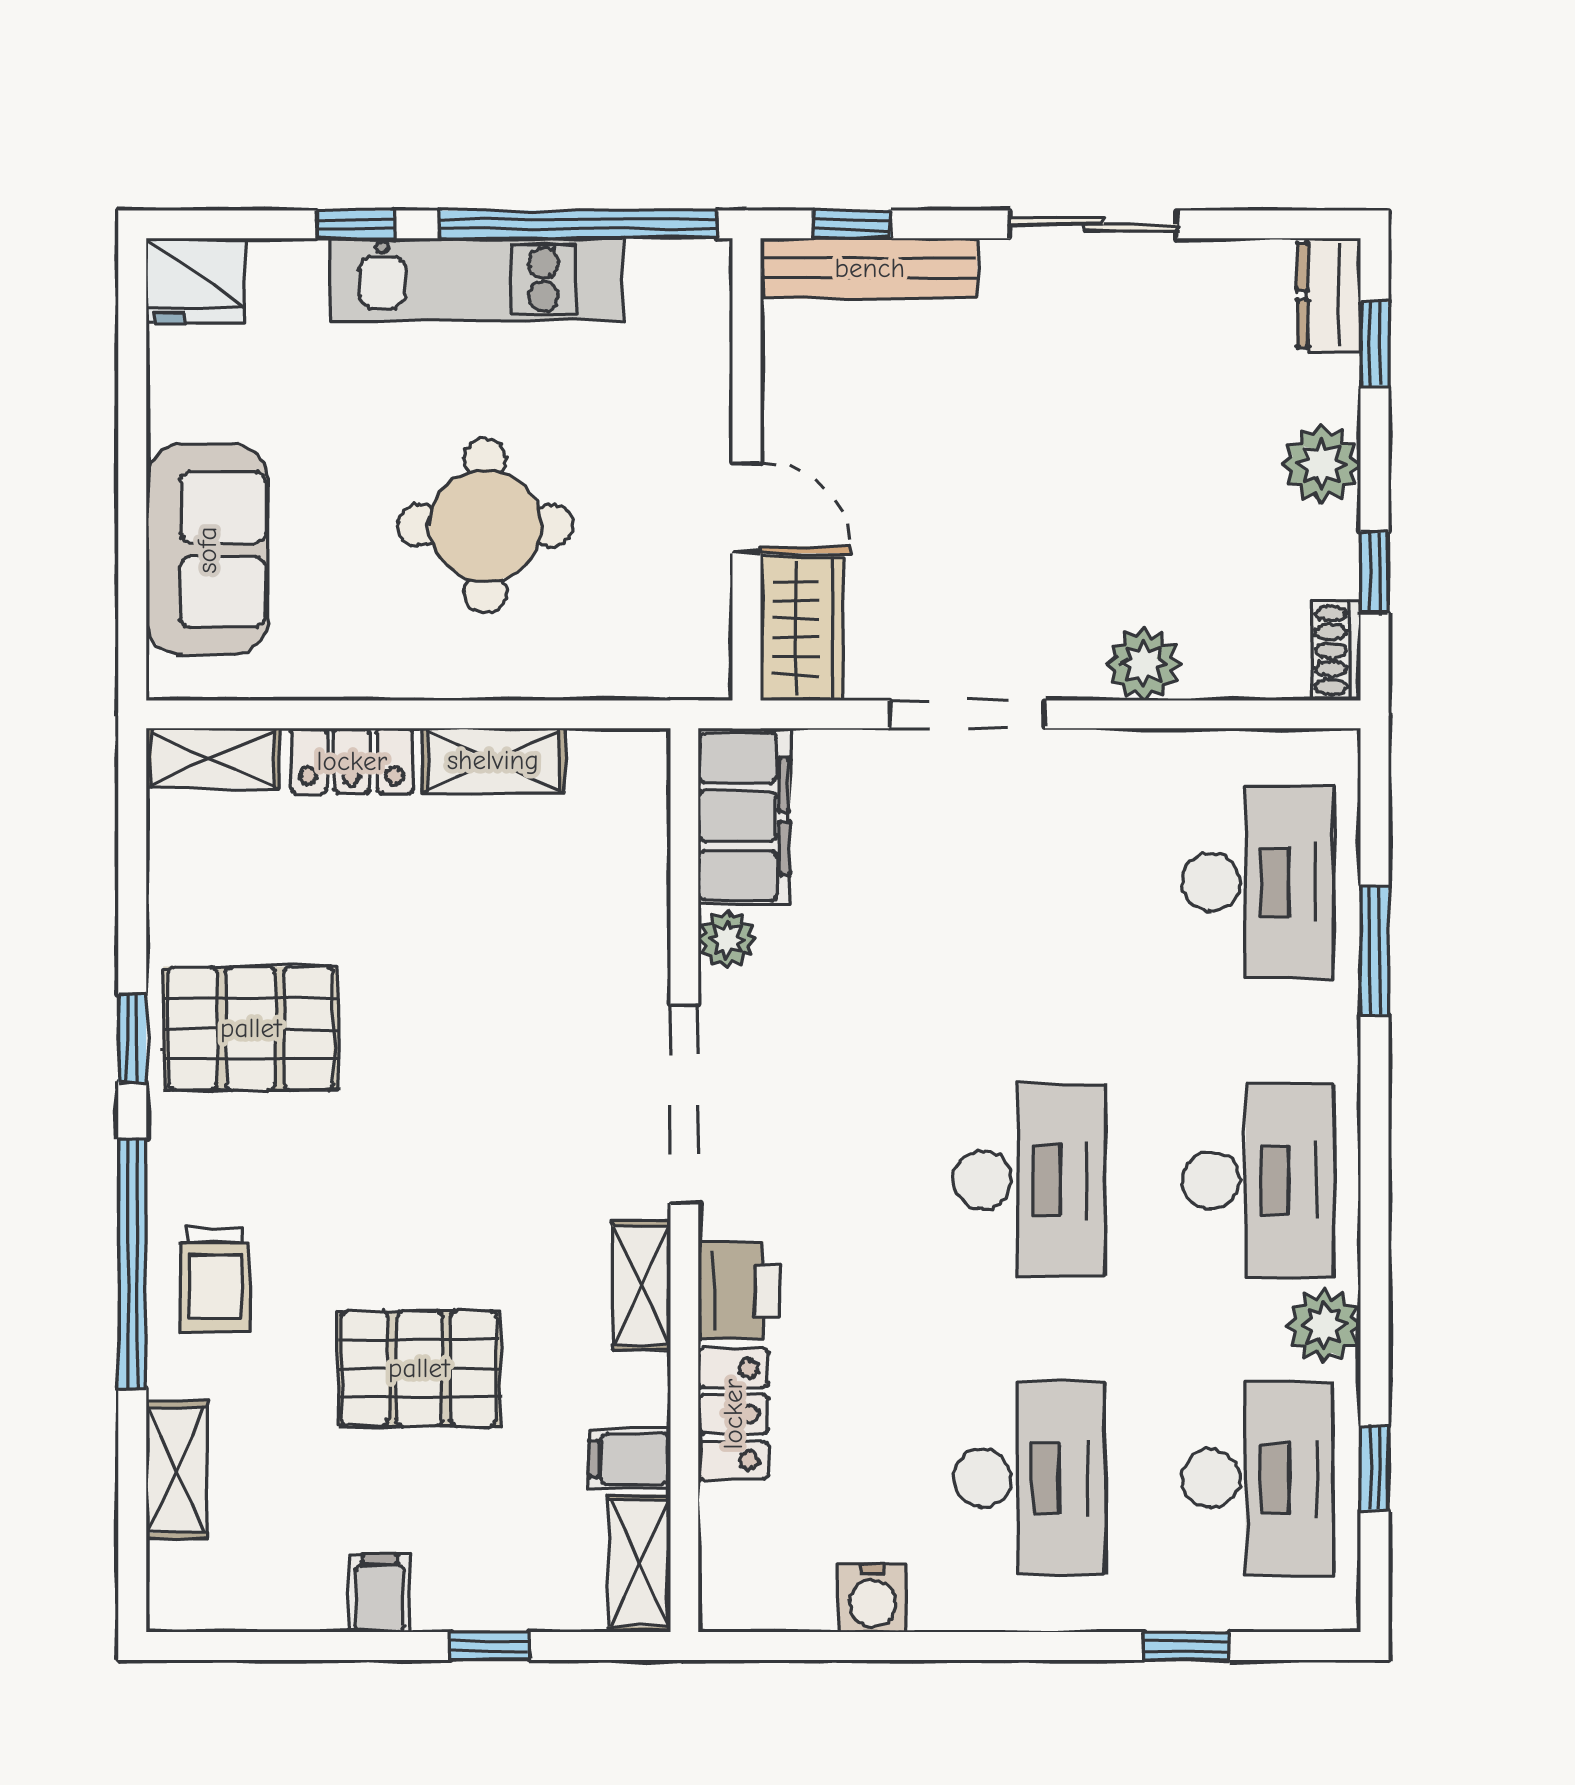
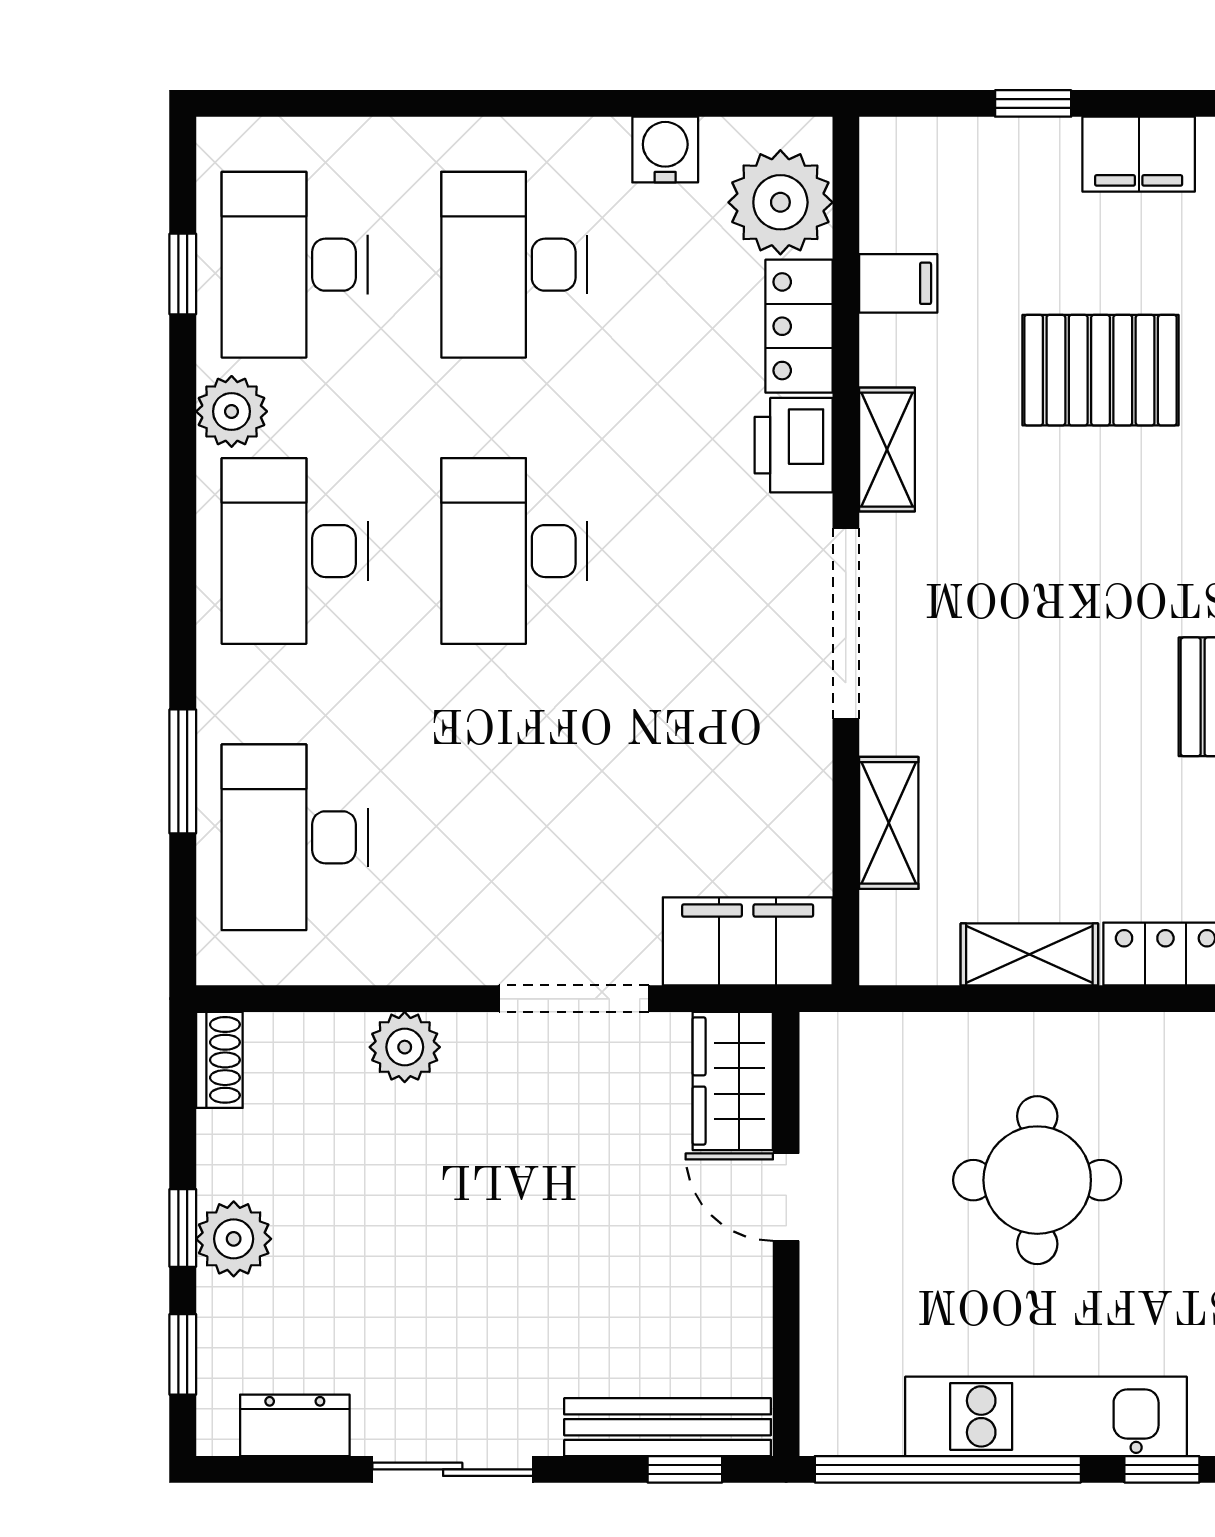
dresser: (1329, 295) -> (295, 1425), moved, turned -90
window: (1374, 572) -> (183, 1228), moved
filing cabinet: (744, 816) -> (748, 941), moved, turned 90
plant: (727, 939) -> (780, 202), moved, width x1.87, depth x1.87
shelving: (640, 1564) -> (889, 823), moved
filing cabinet: (380, 1593) -> (1139, 154), width x2.00
window: (1187, 1646) -> (363, 103), removed

